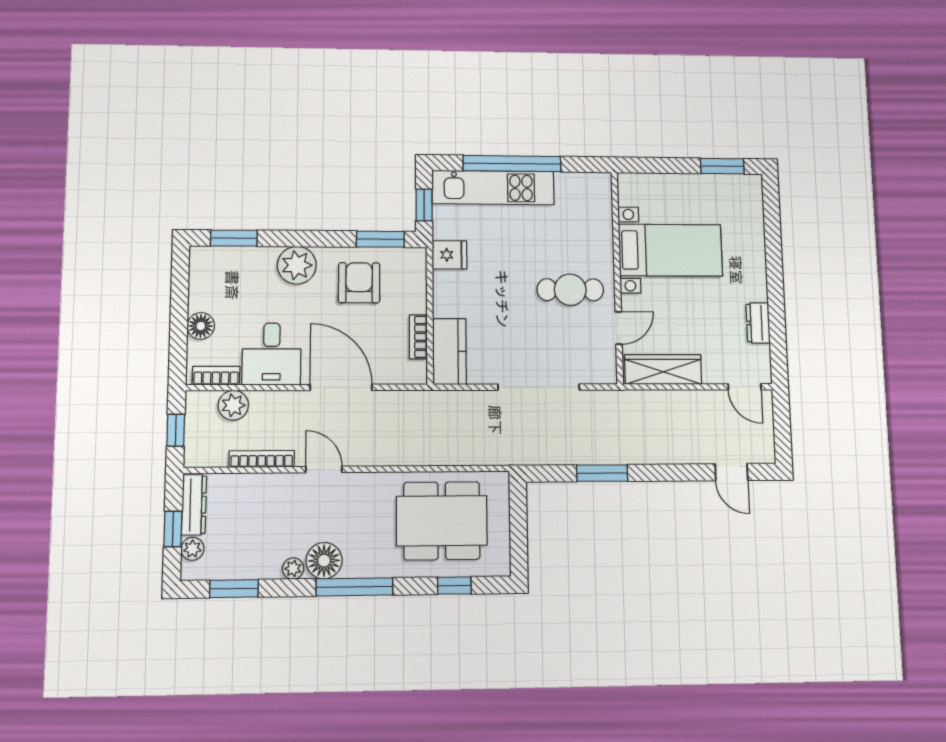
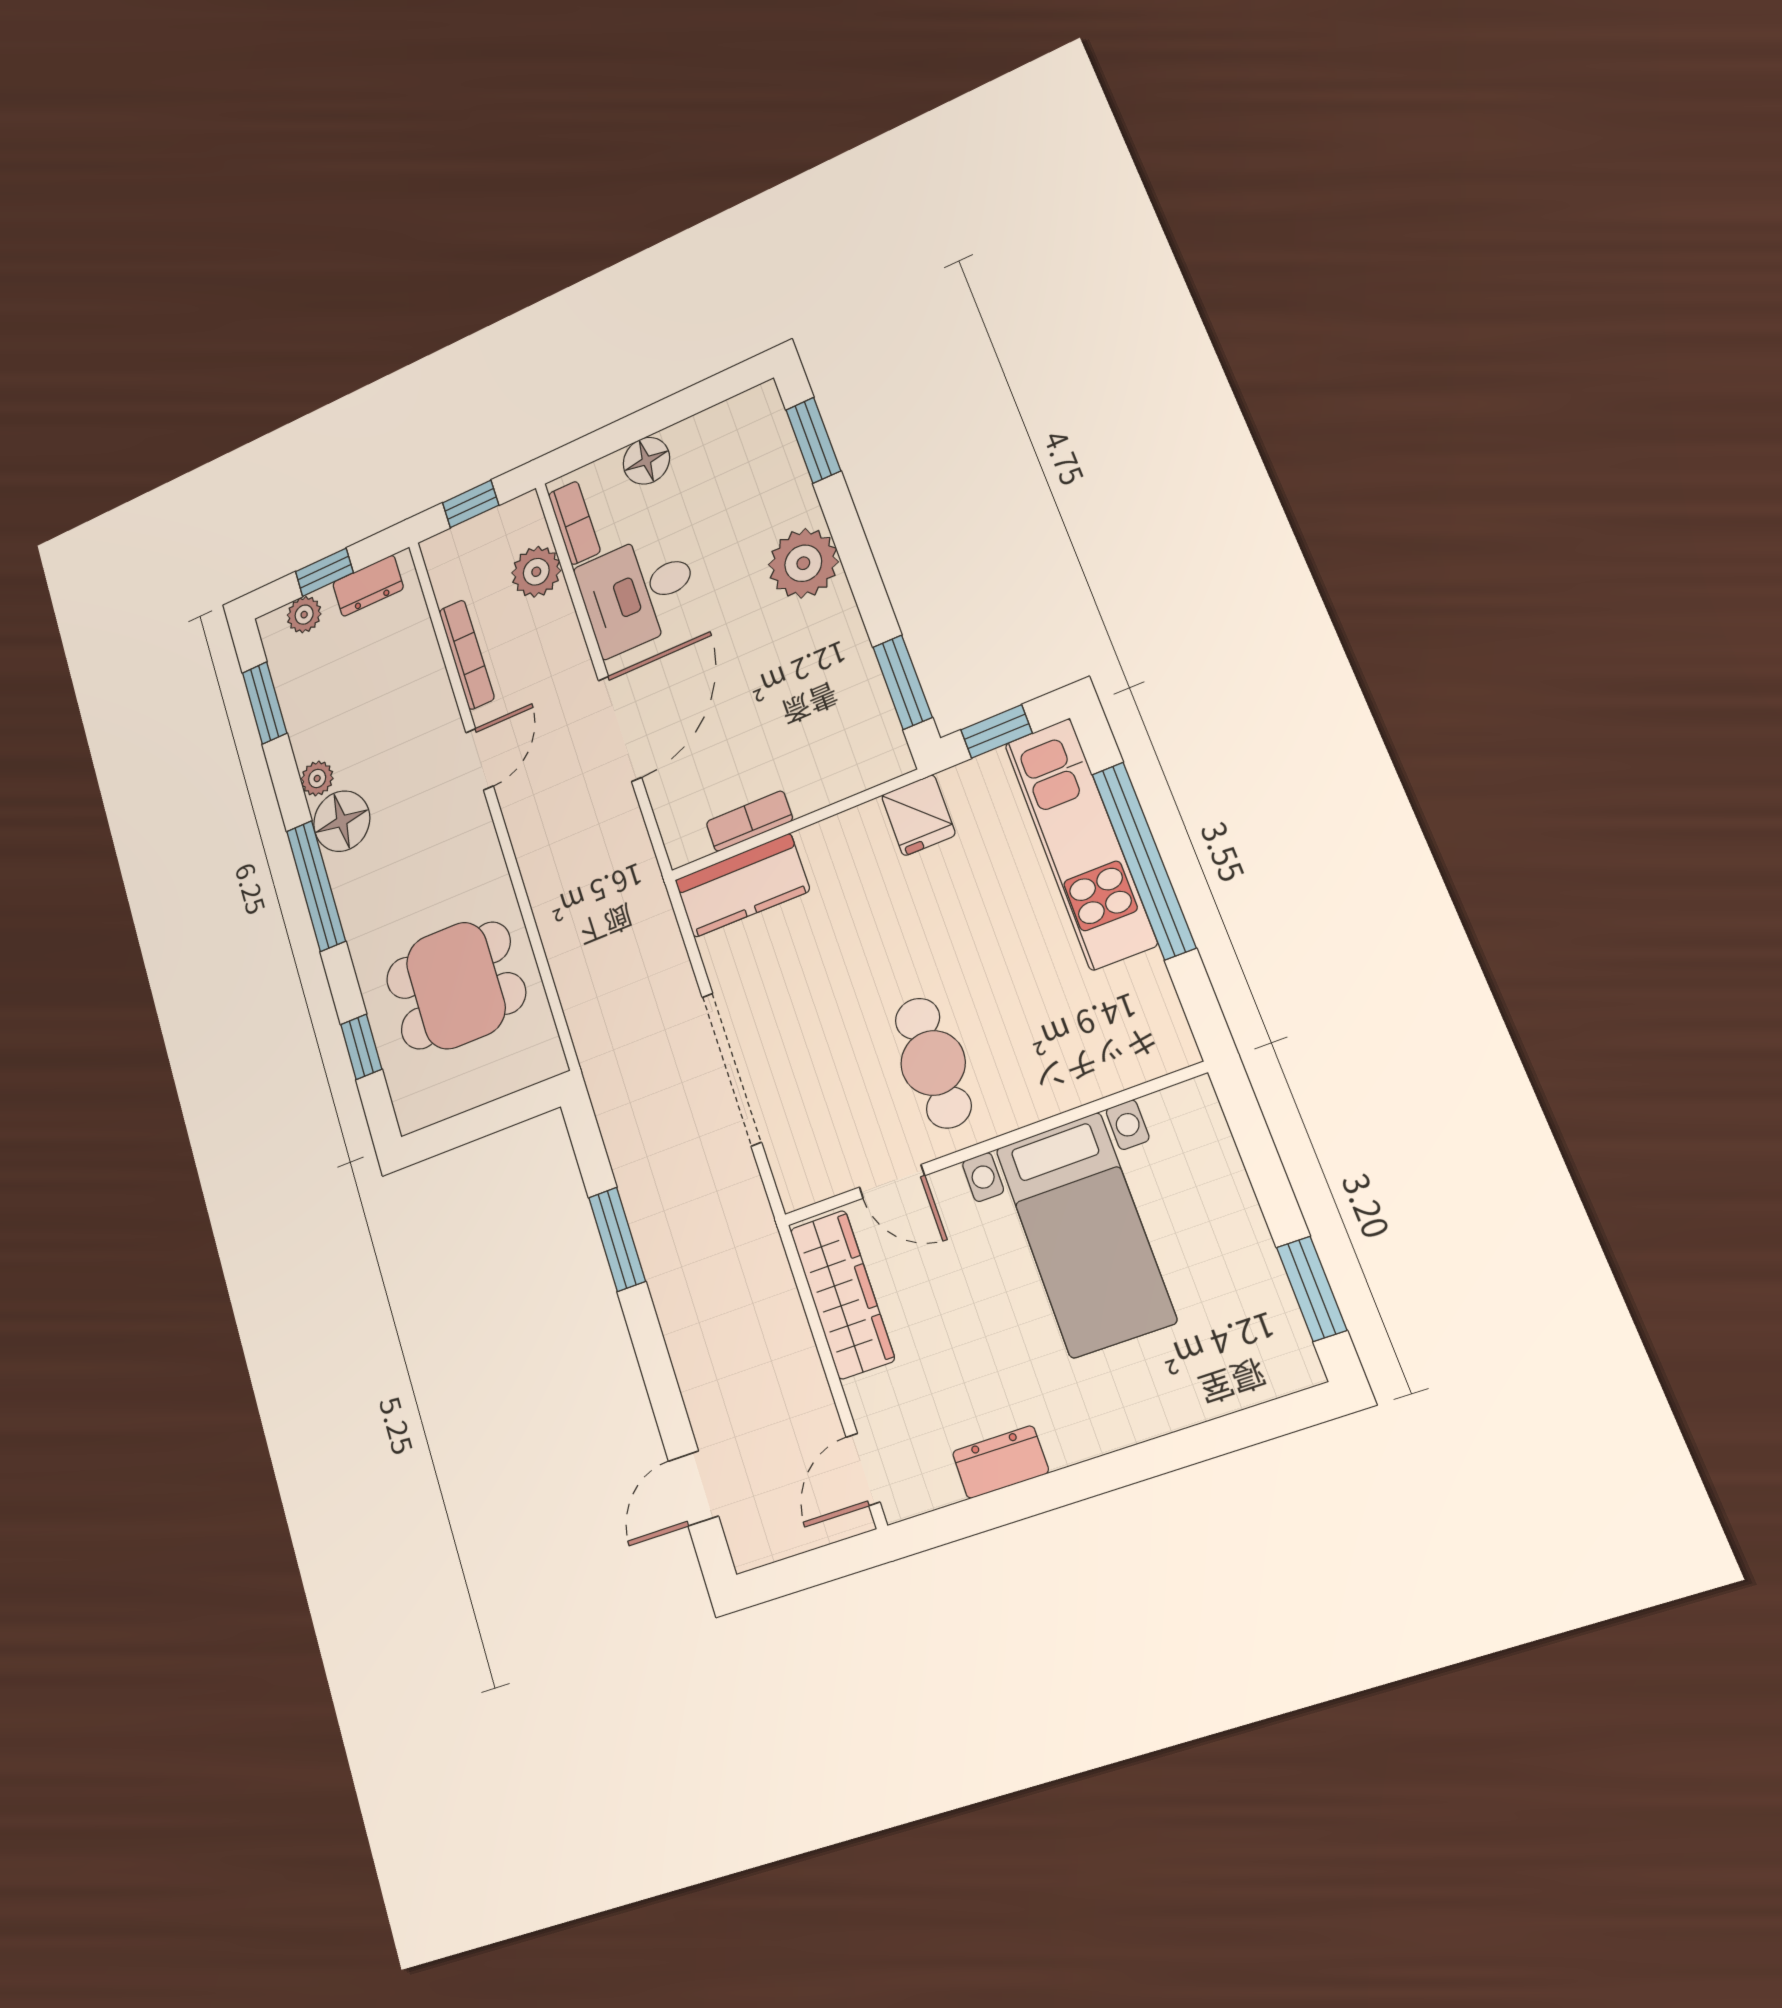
armchair: (359, 283) -> (810, 680), removed
dresser: (194, 505) -> (368, 586), width x0.70
dining table: (442, 521) -> (456, 986), width x0.73

